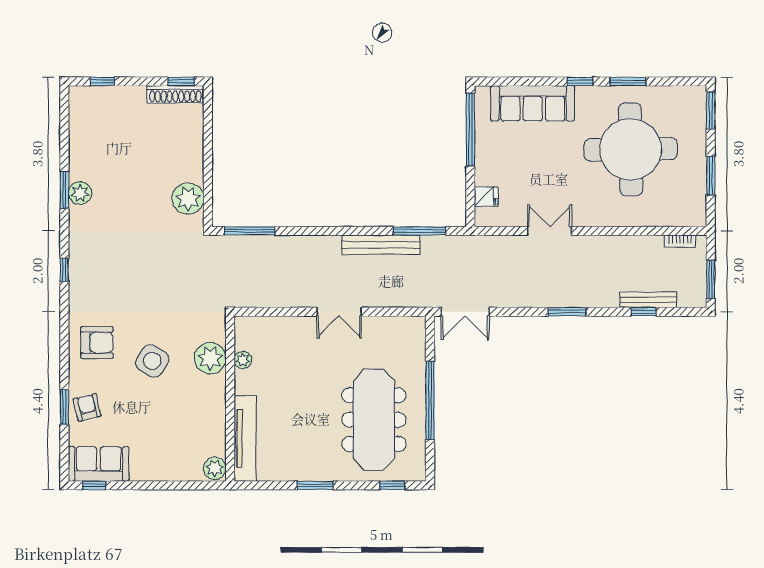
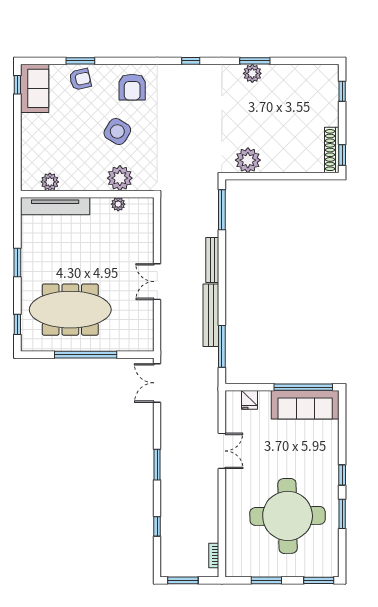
sofa: (533, 103) -> (305, 405), moved, turned -90
bench: (648, 300) -> (212, 260), moved
plant: (215, 468) -> (50, 182), moved

